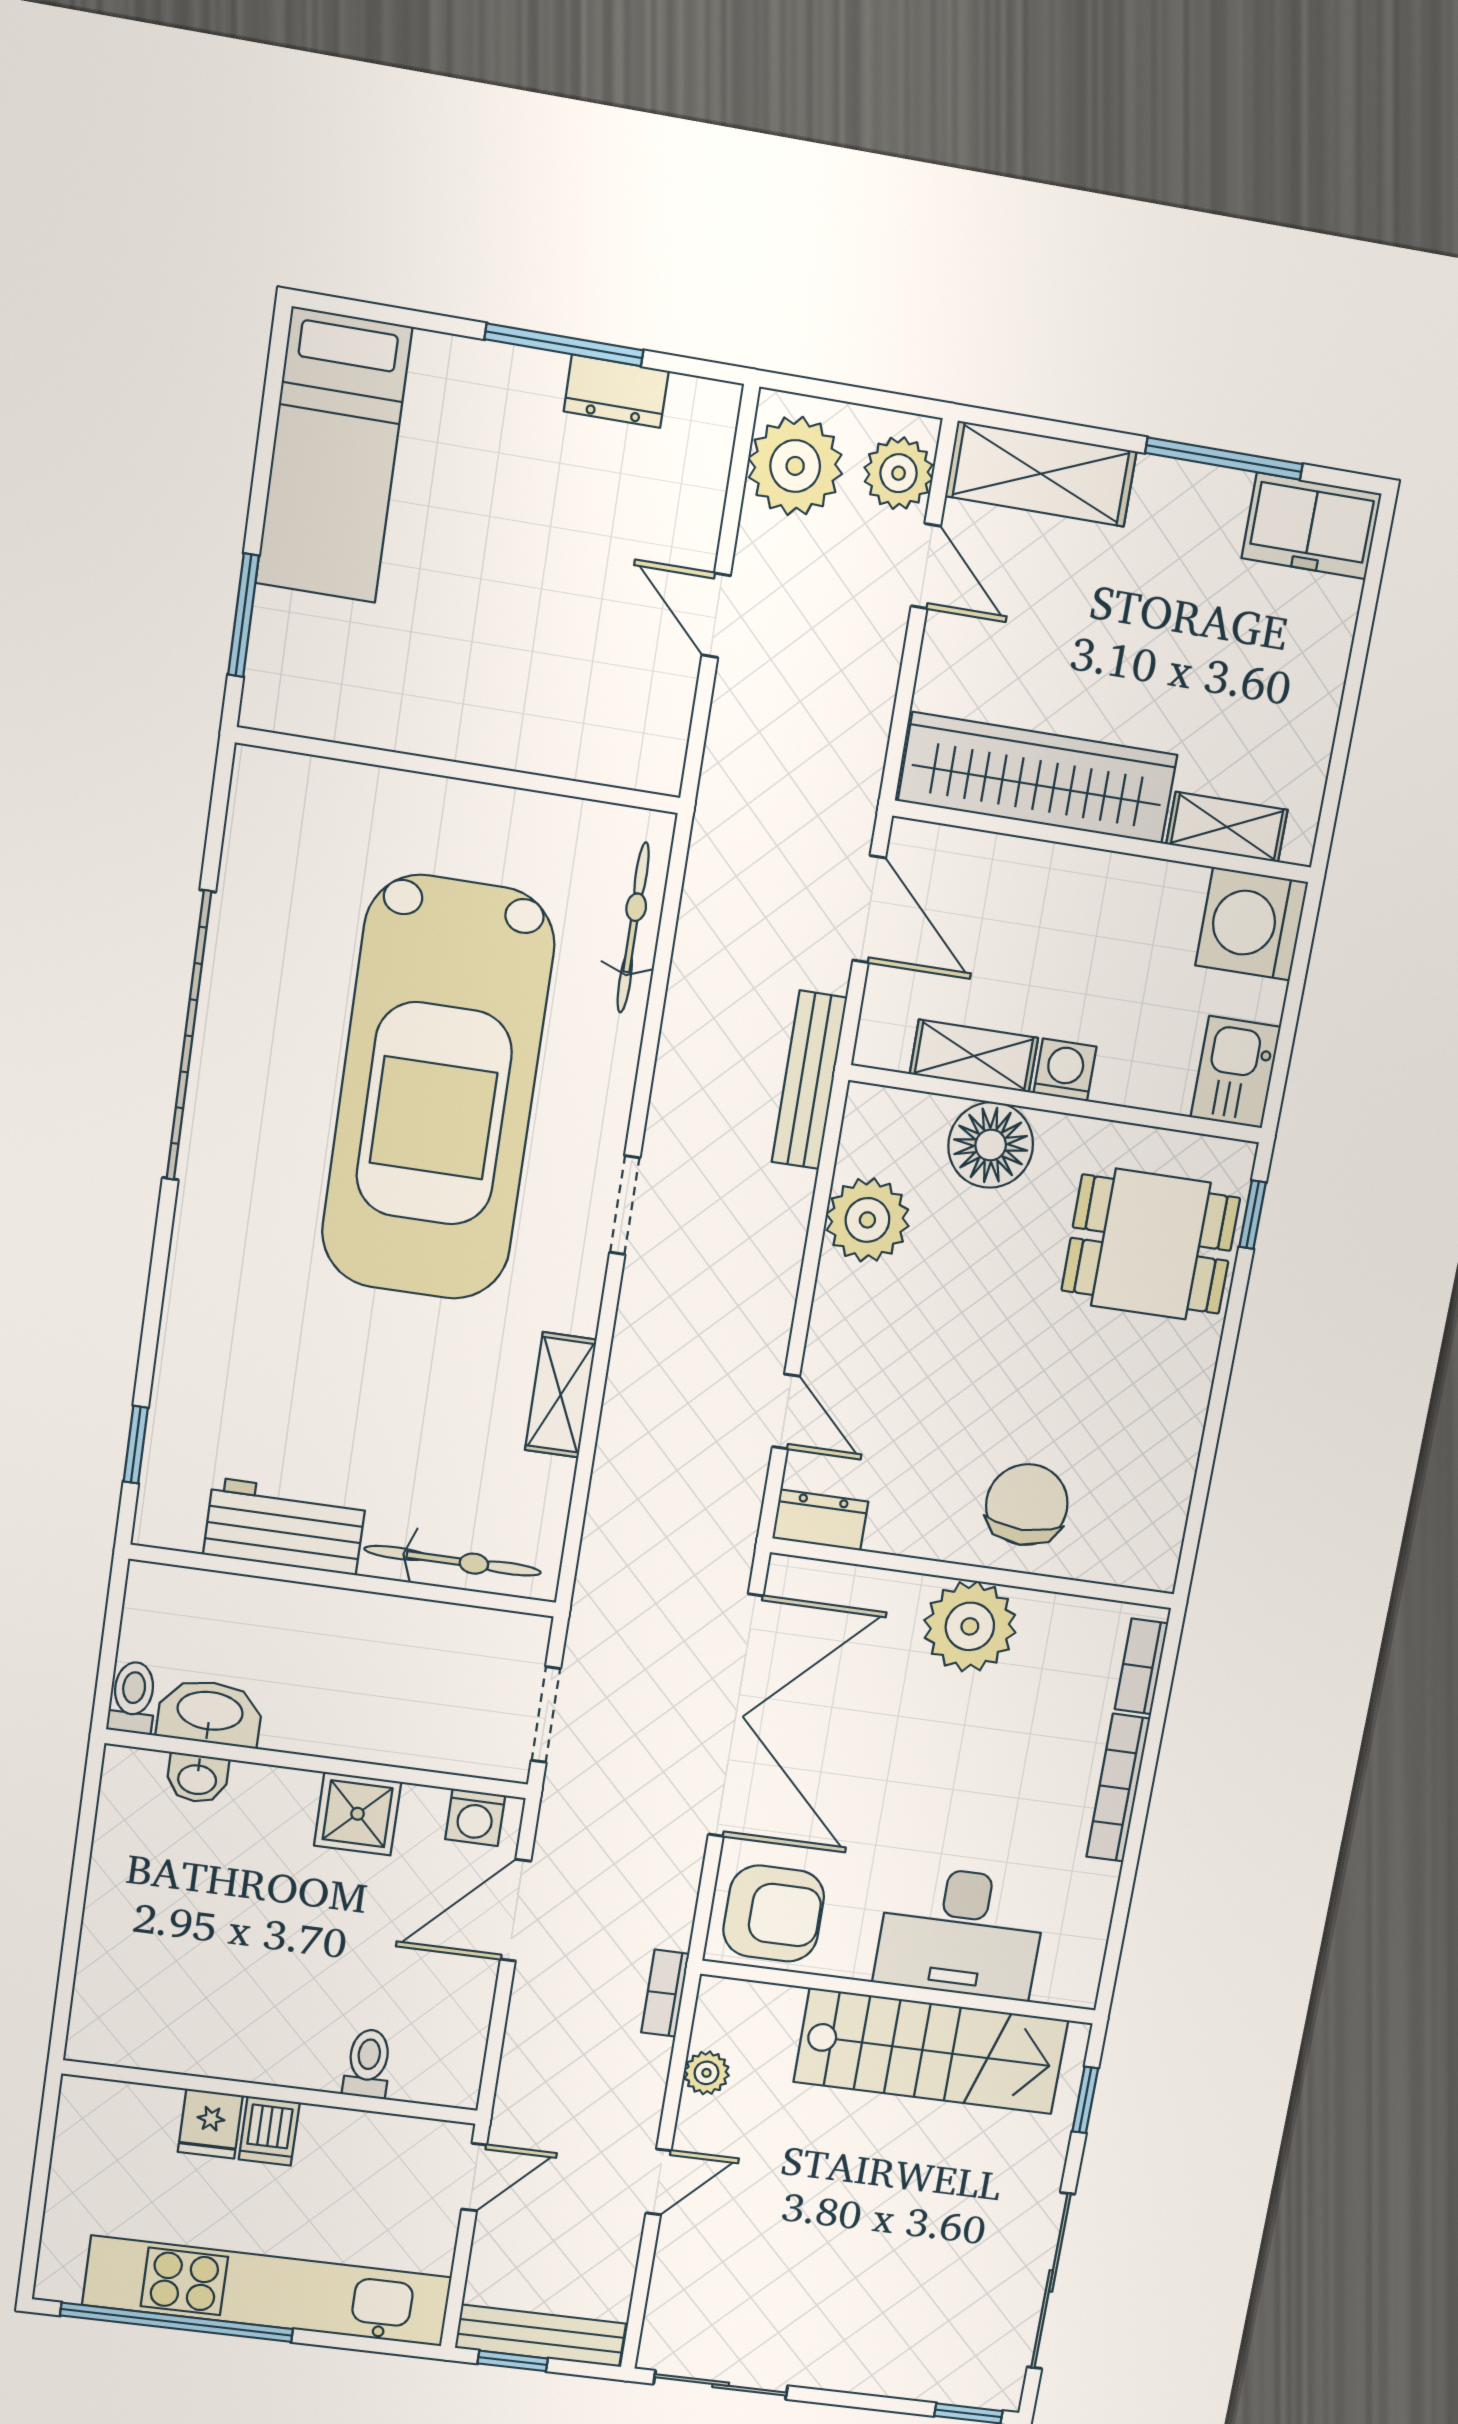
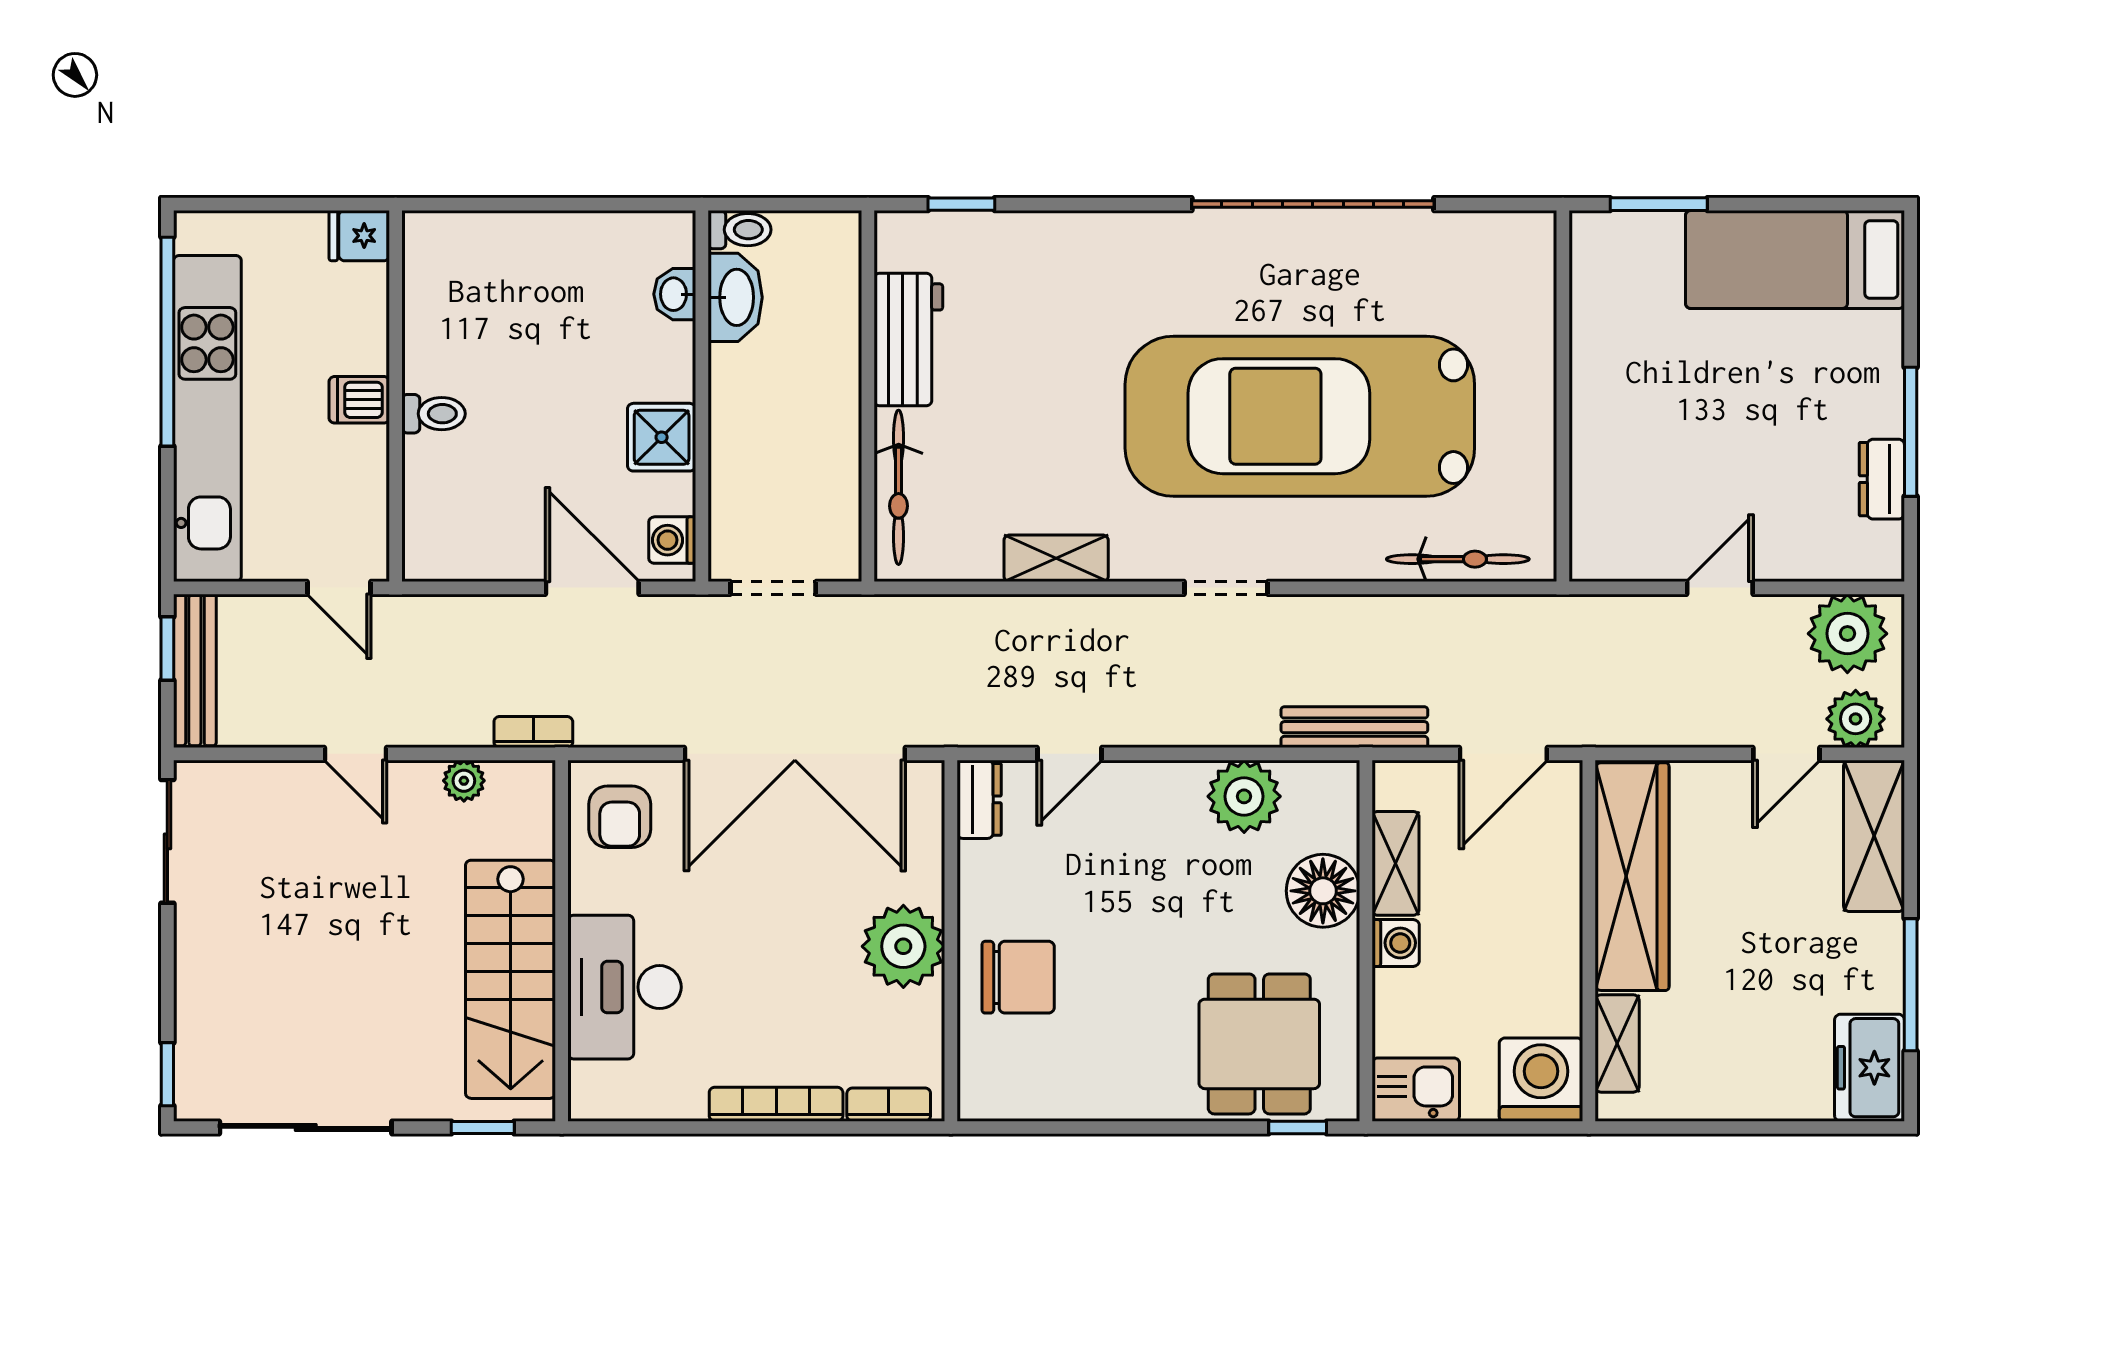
armchair: (774, 1914) -> (620, 817), width x0.72, depth x0.72
toilet: (368, 2064) -> (433, 414), moved
fridge: (210, 2124) -> (359, 236), moved

